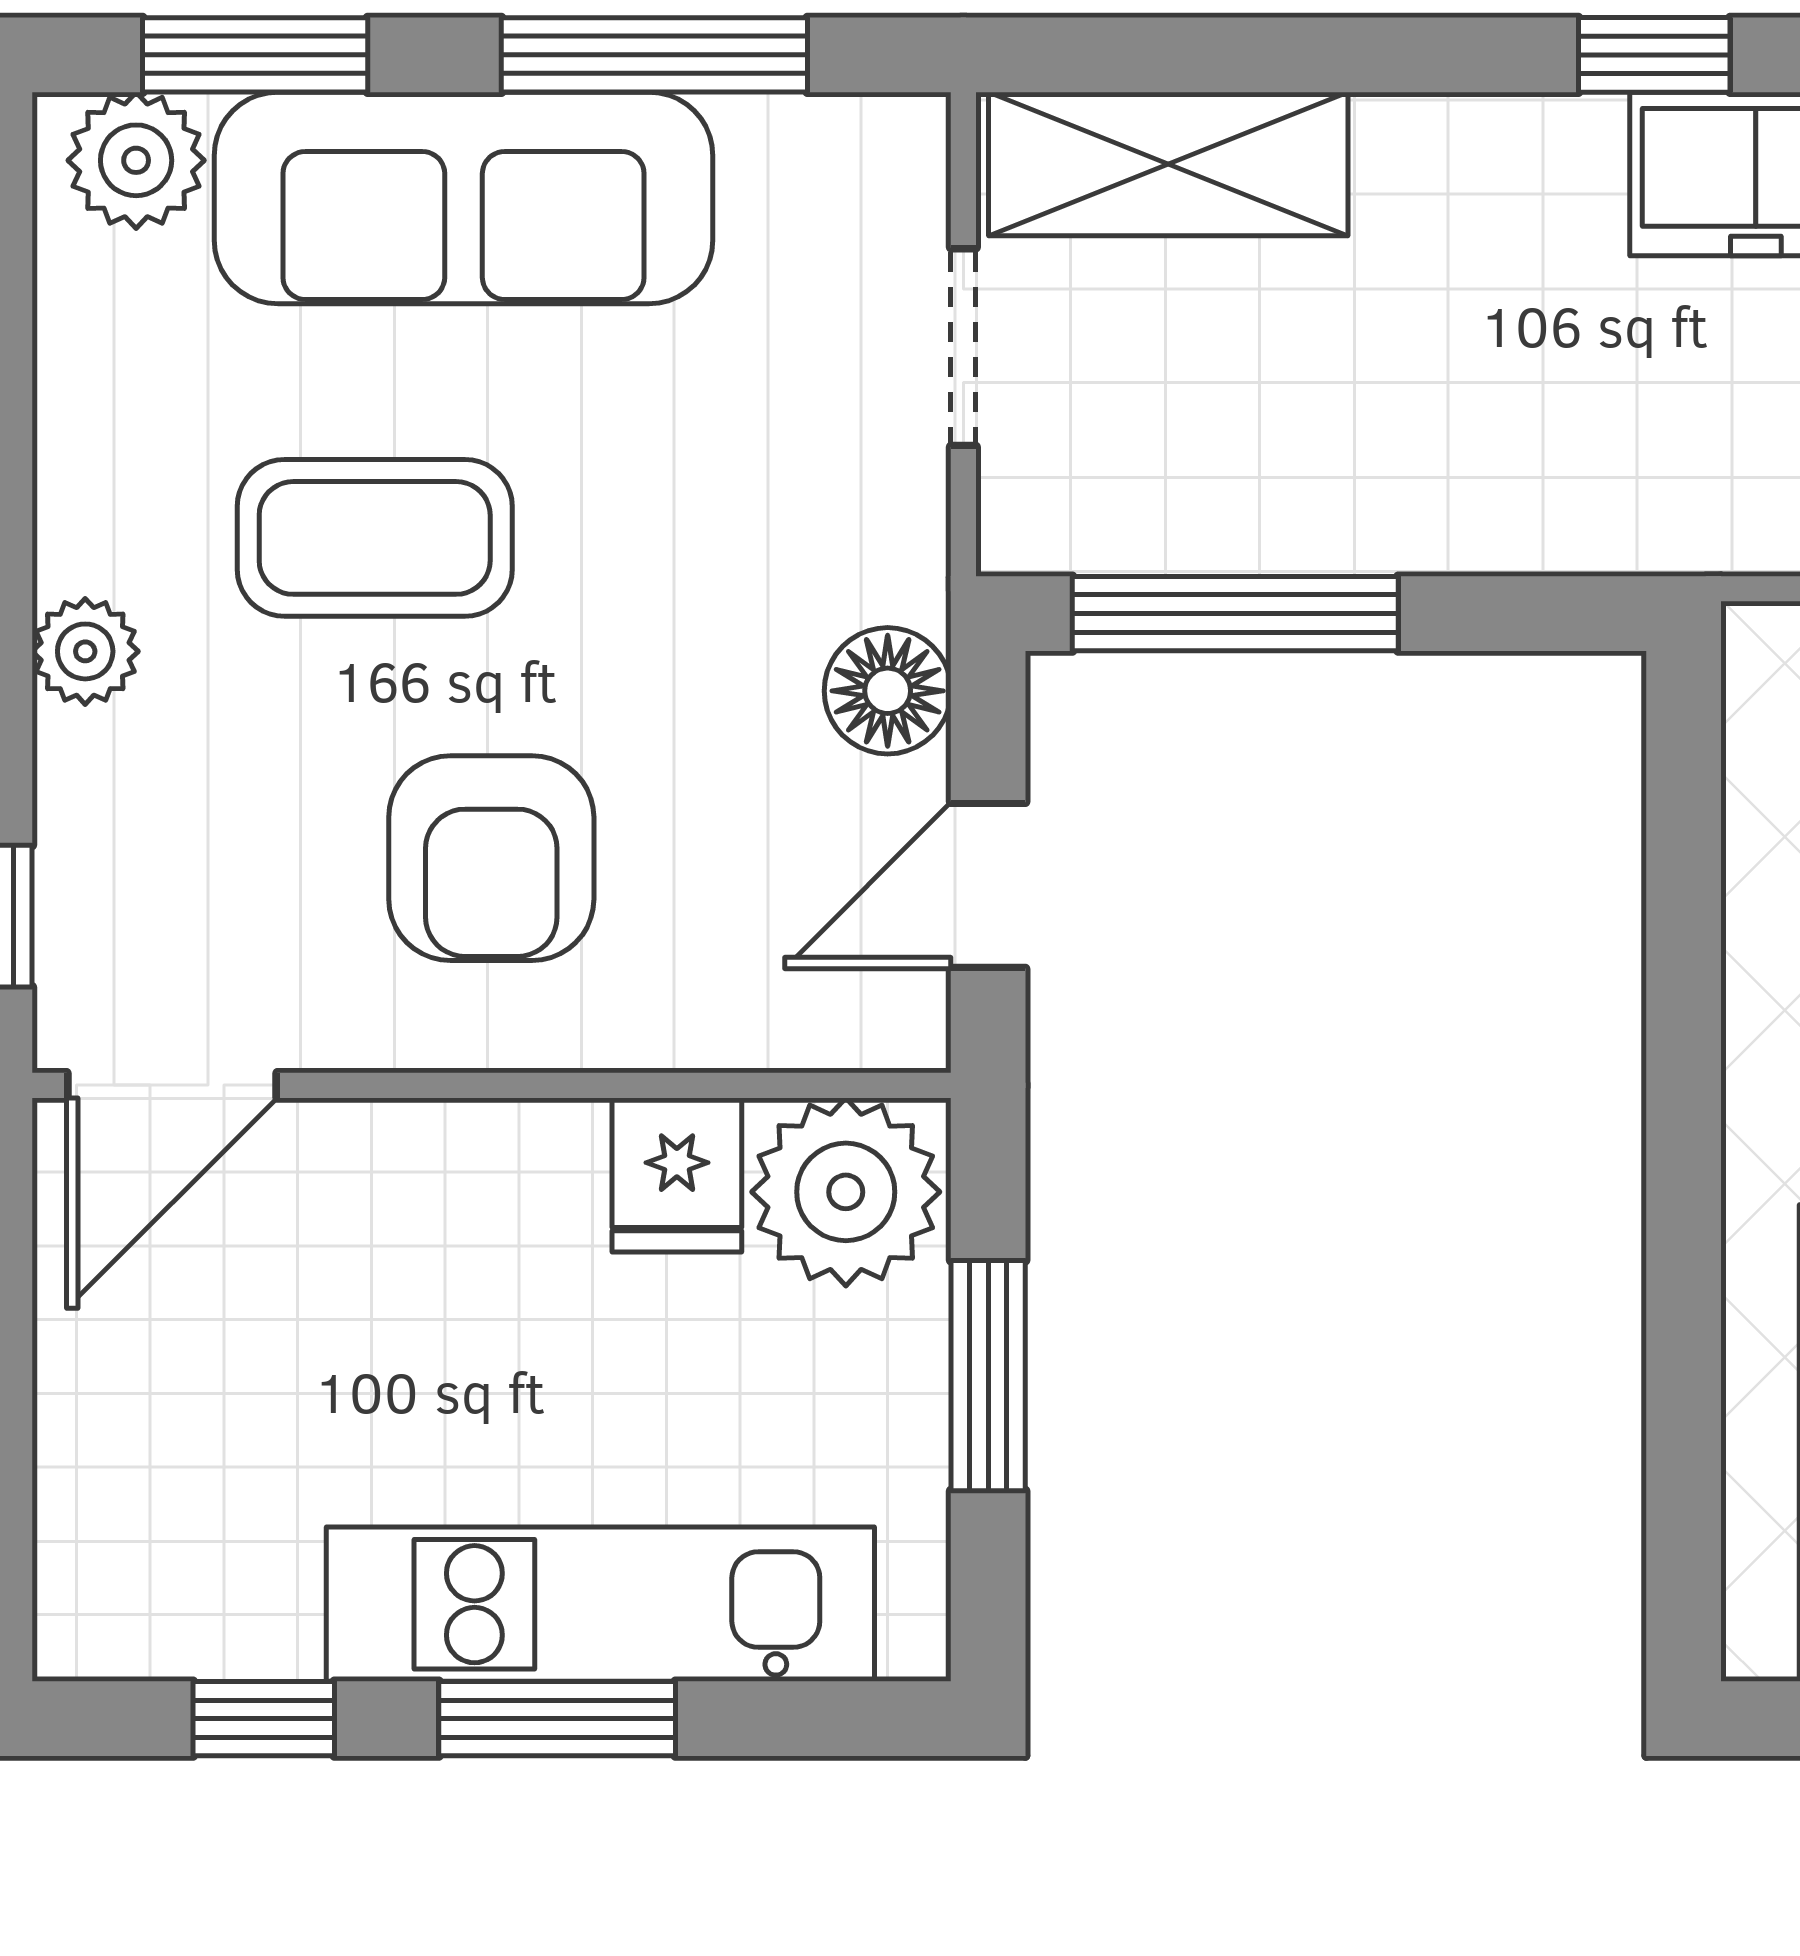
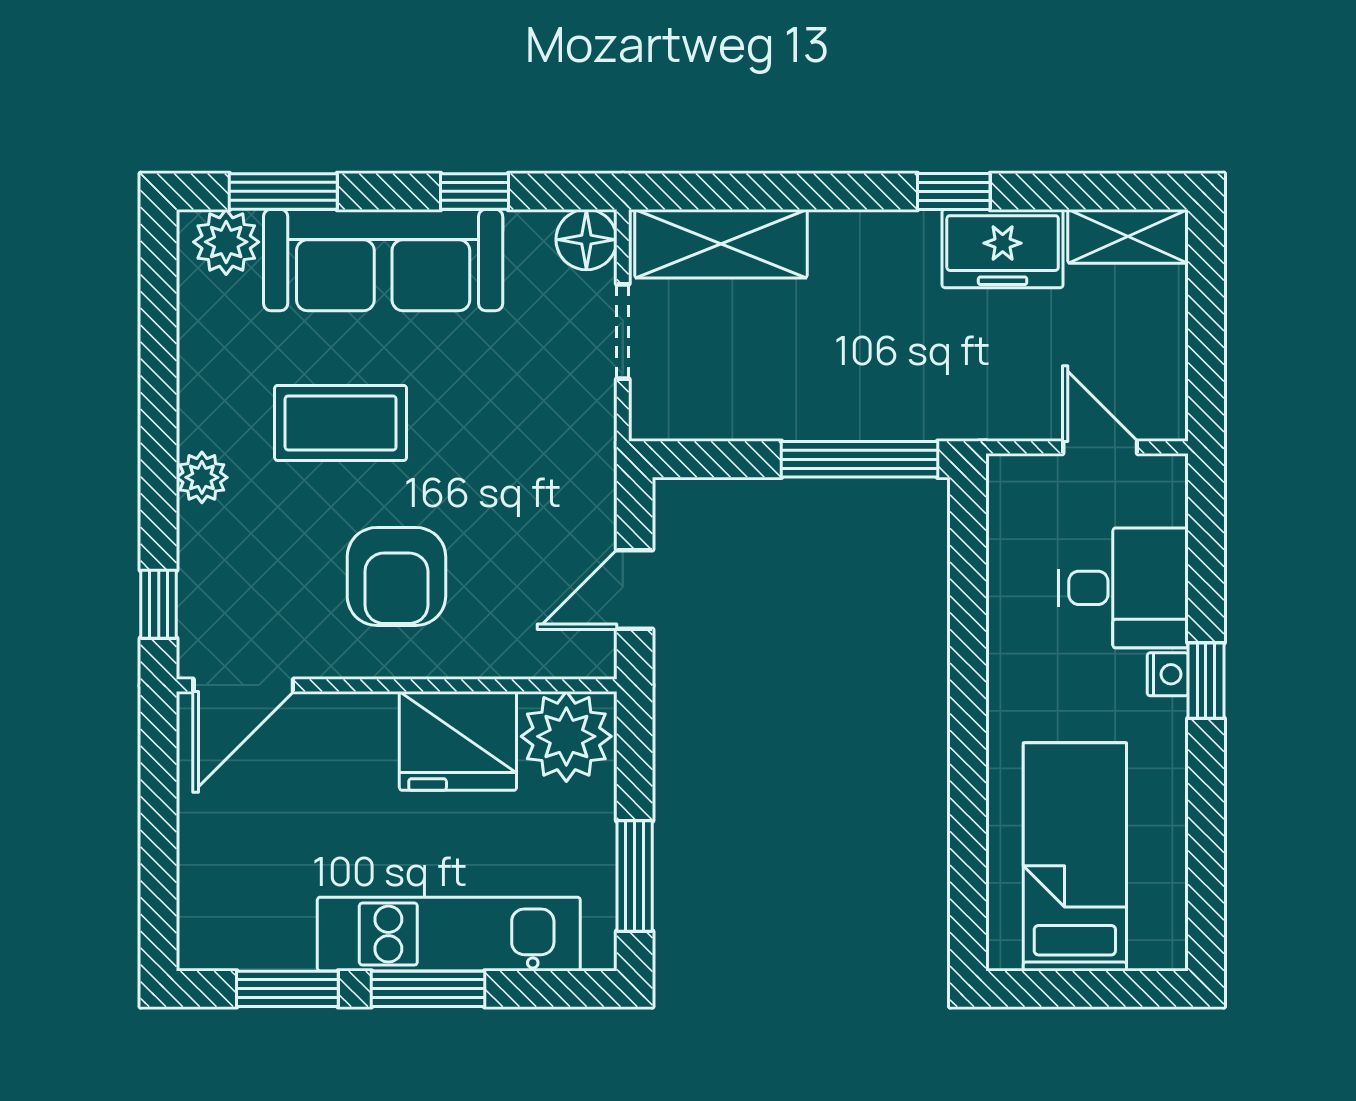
window: (654, 55) -> (475, 191), width x0.46
window: (1235, 614) -> (860, 459), moved
floor lamp: (888, 691) -> (586, 240), moved
fridge: (677, 1175) -> (458, 741), width x1.88, depth x1.34
window: (988, 1376) -> (635, 876), moved
window: (264, 1719) -> (287, 989), width x1.50

